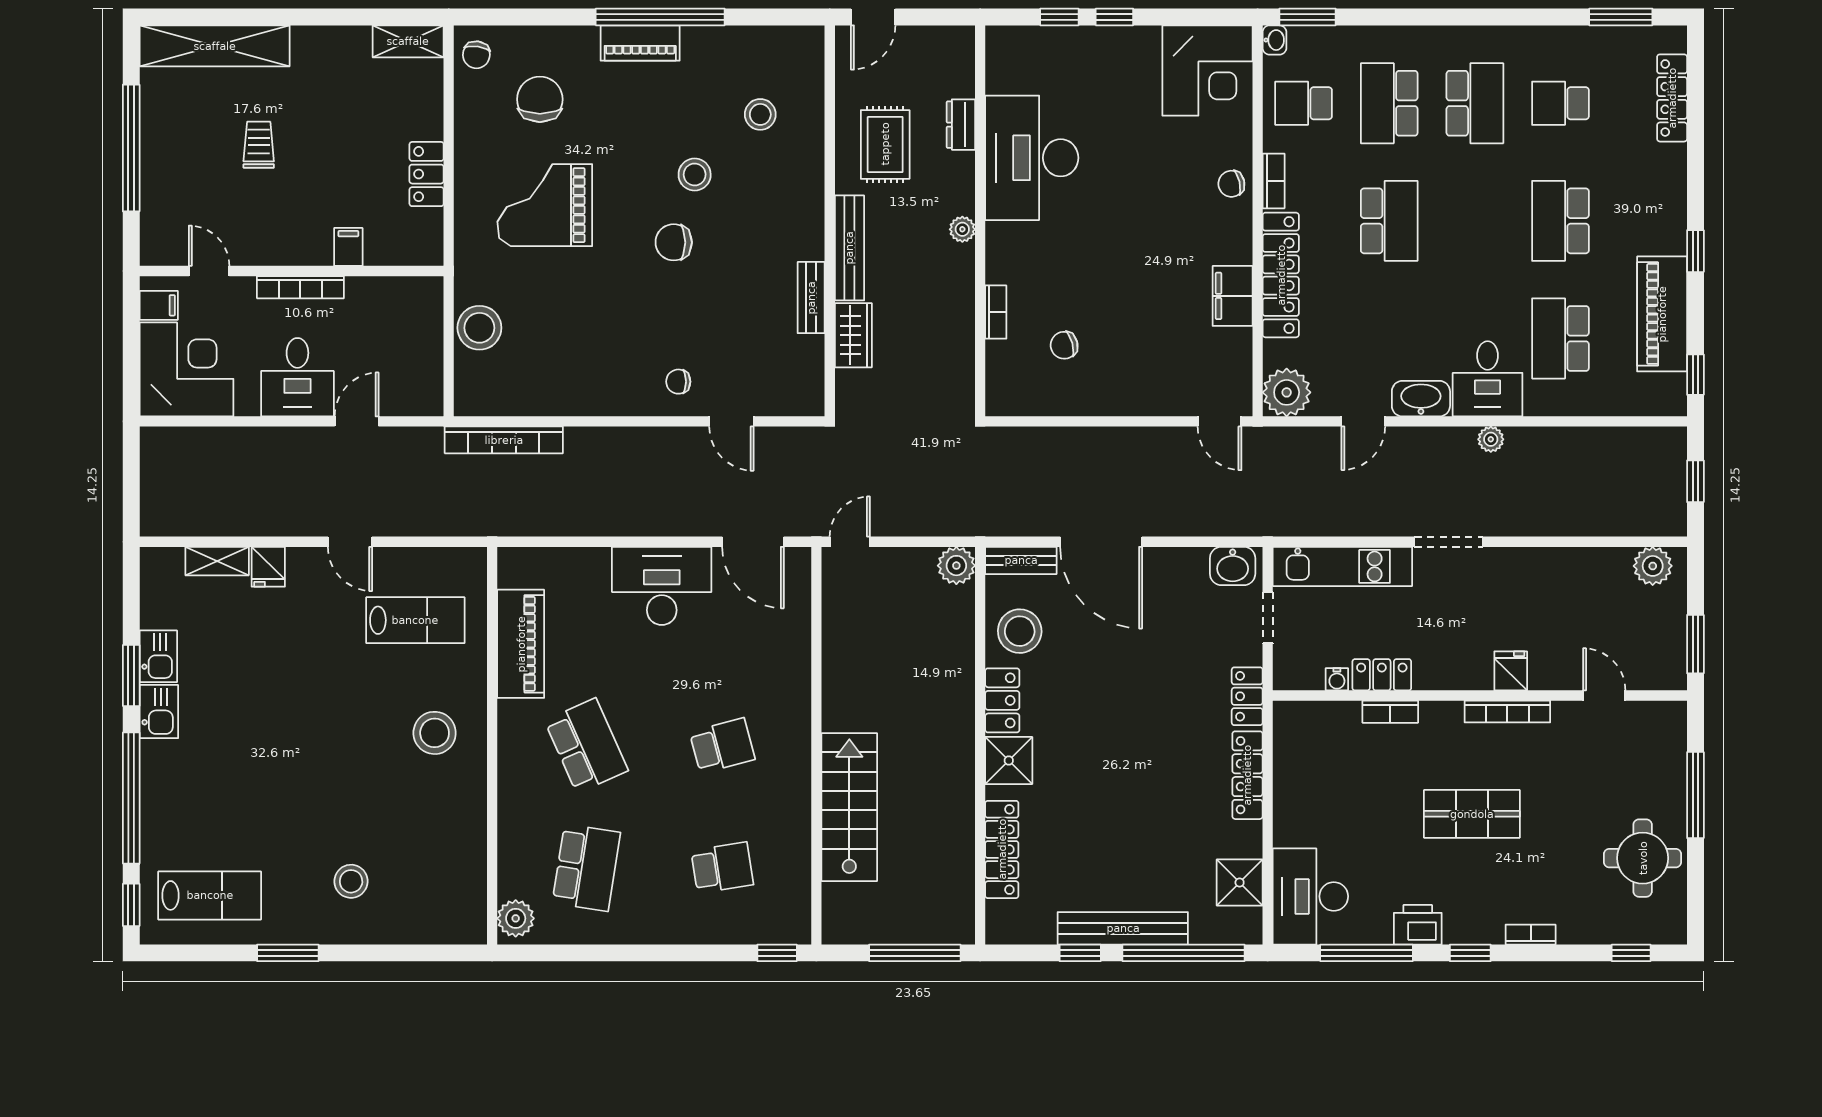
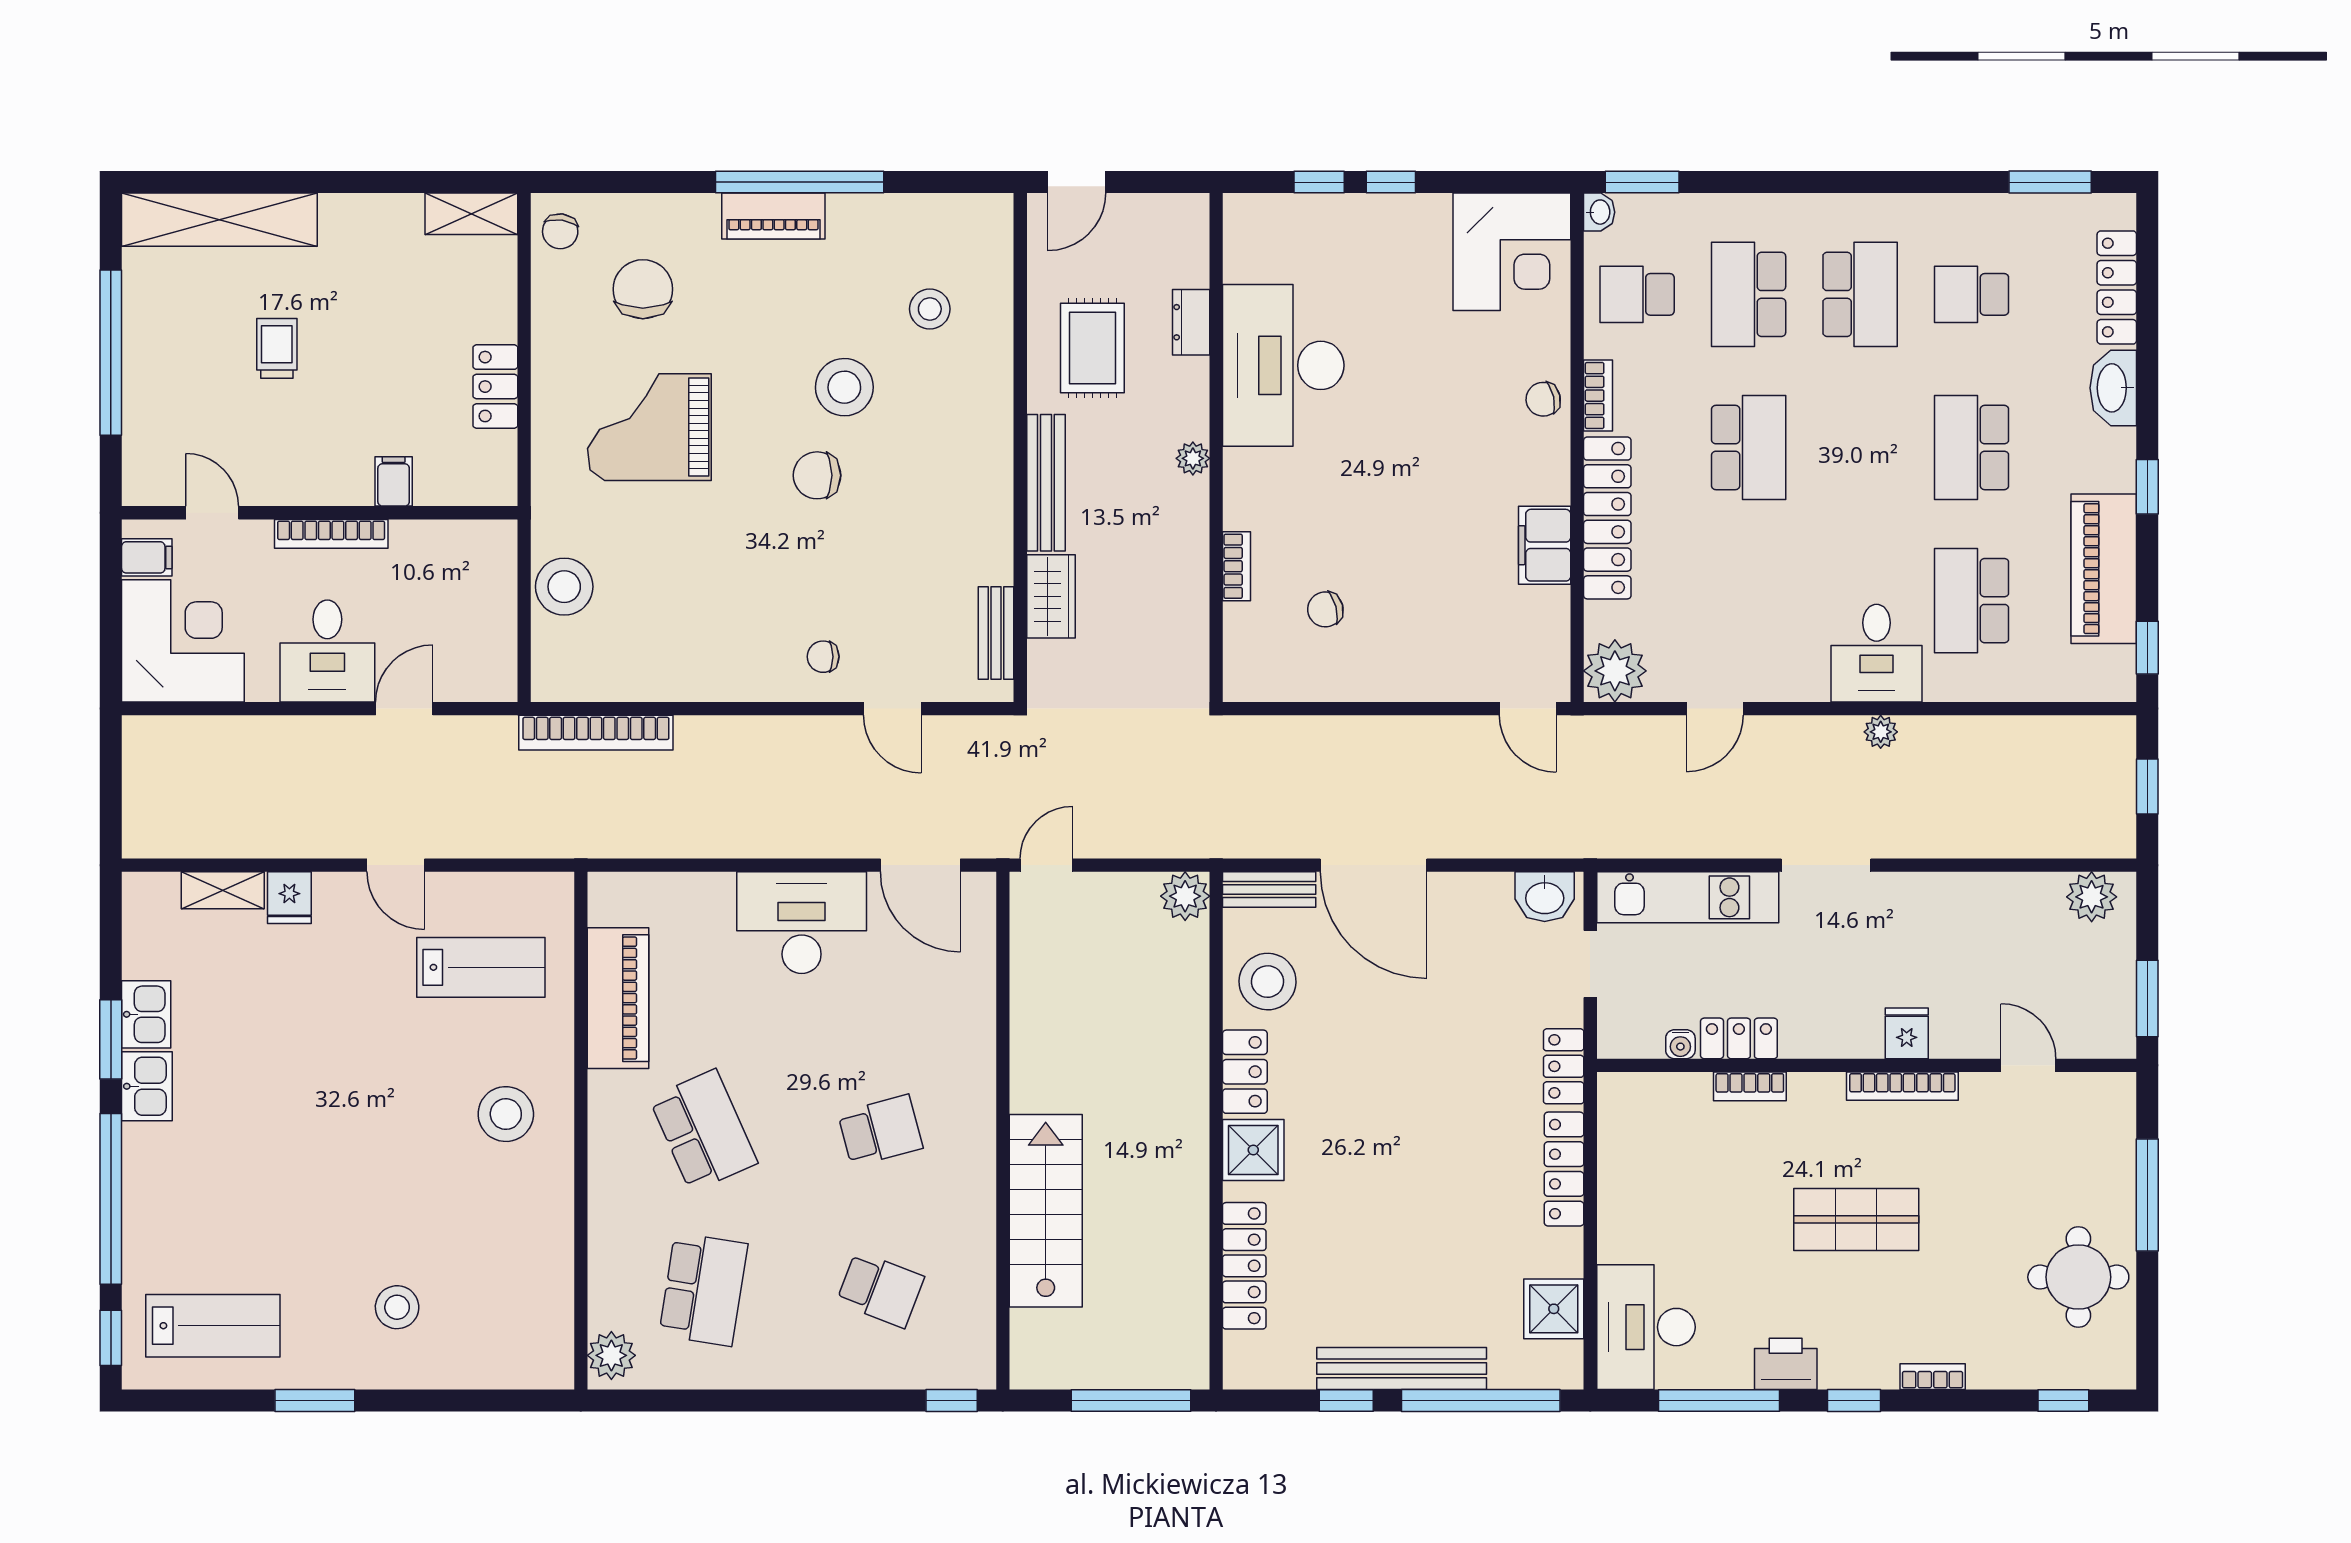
stool: (695, 175) -> (844, 387), width x1.38, depth x1.38
bench: (811, 298) -> (996, 633), moved
washbasin: (1421, 399) -> (2113, 388), moved, turned -90
school desk: (722, 868) -> (880, 1289), turned 30

